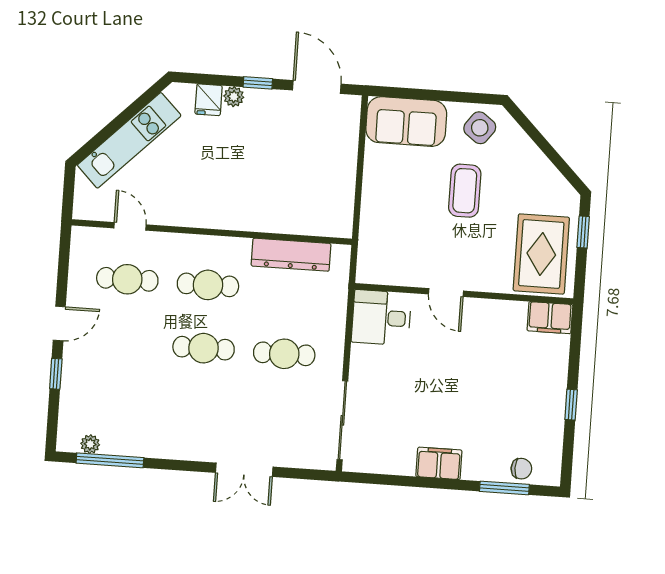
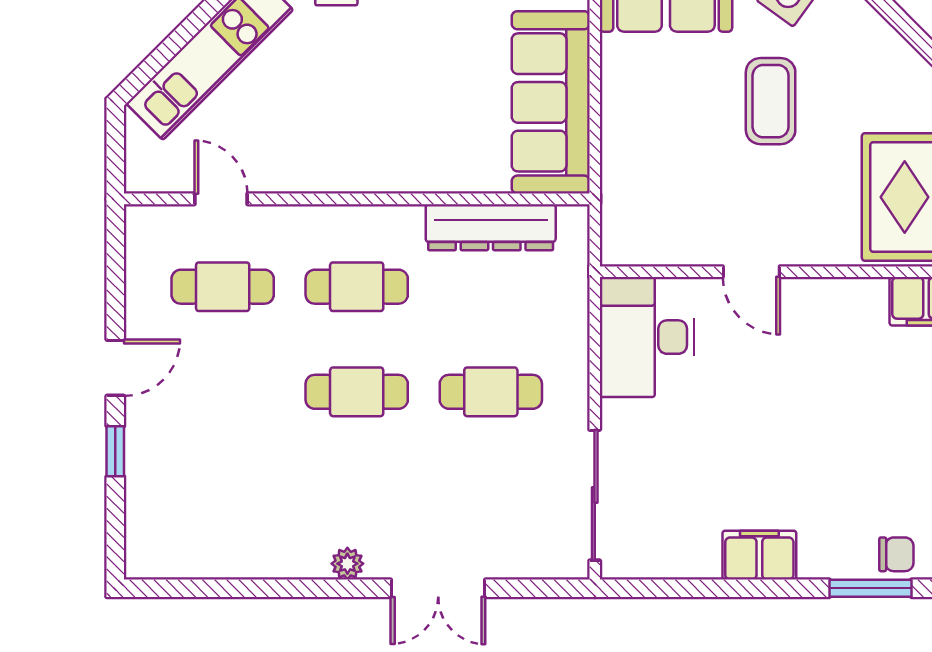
sofa: (332, 182) -> (551, 102), added
desk: (381, 318) -> (647, 337), width x1.37
plant: (90, 444) -> (347, 564), moved
window: (110, 460) -> (215, 588), removed

